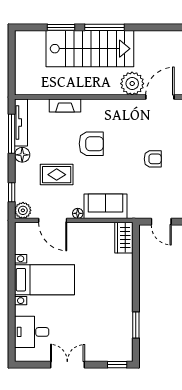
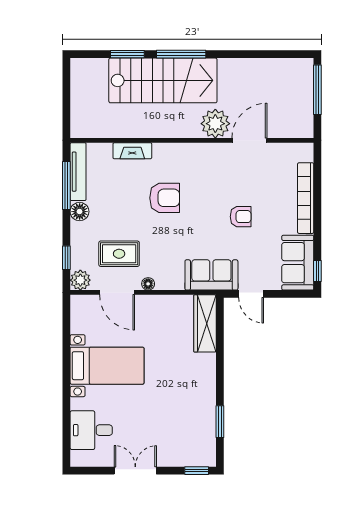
rug: (57, 175) -> (119, 254), moved
sofa: (105, 206) -> (211, 275), moved
wardrobe: (124, 238) -> (205, 323), width x1.50

